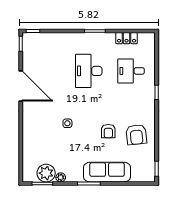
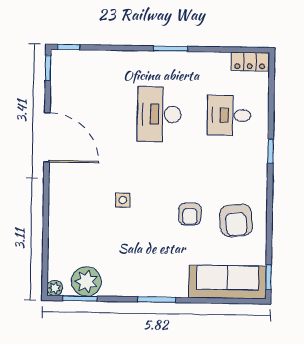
locker: (127, 38) -> (250, 62), moved
sofa: (107, 172) -> (228, 282), moved
plant: (61, 177) -> (55, 288), moved

